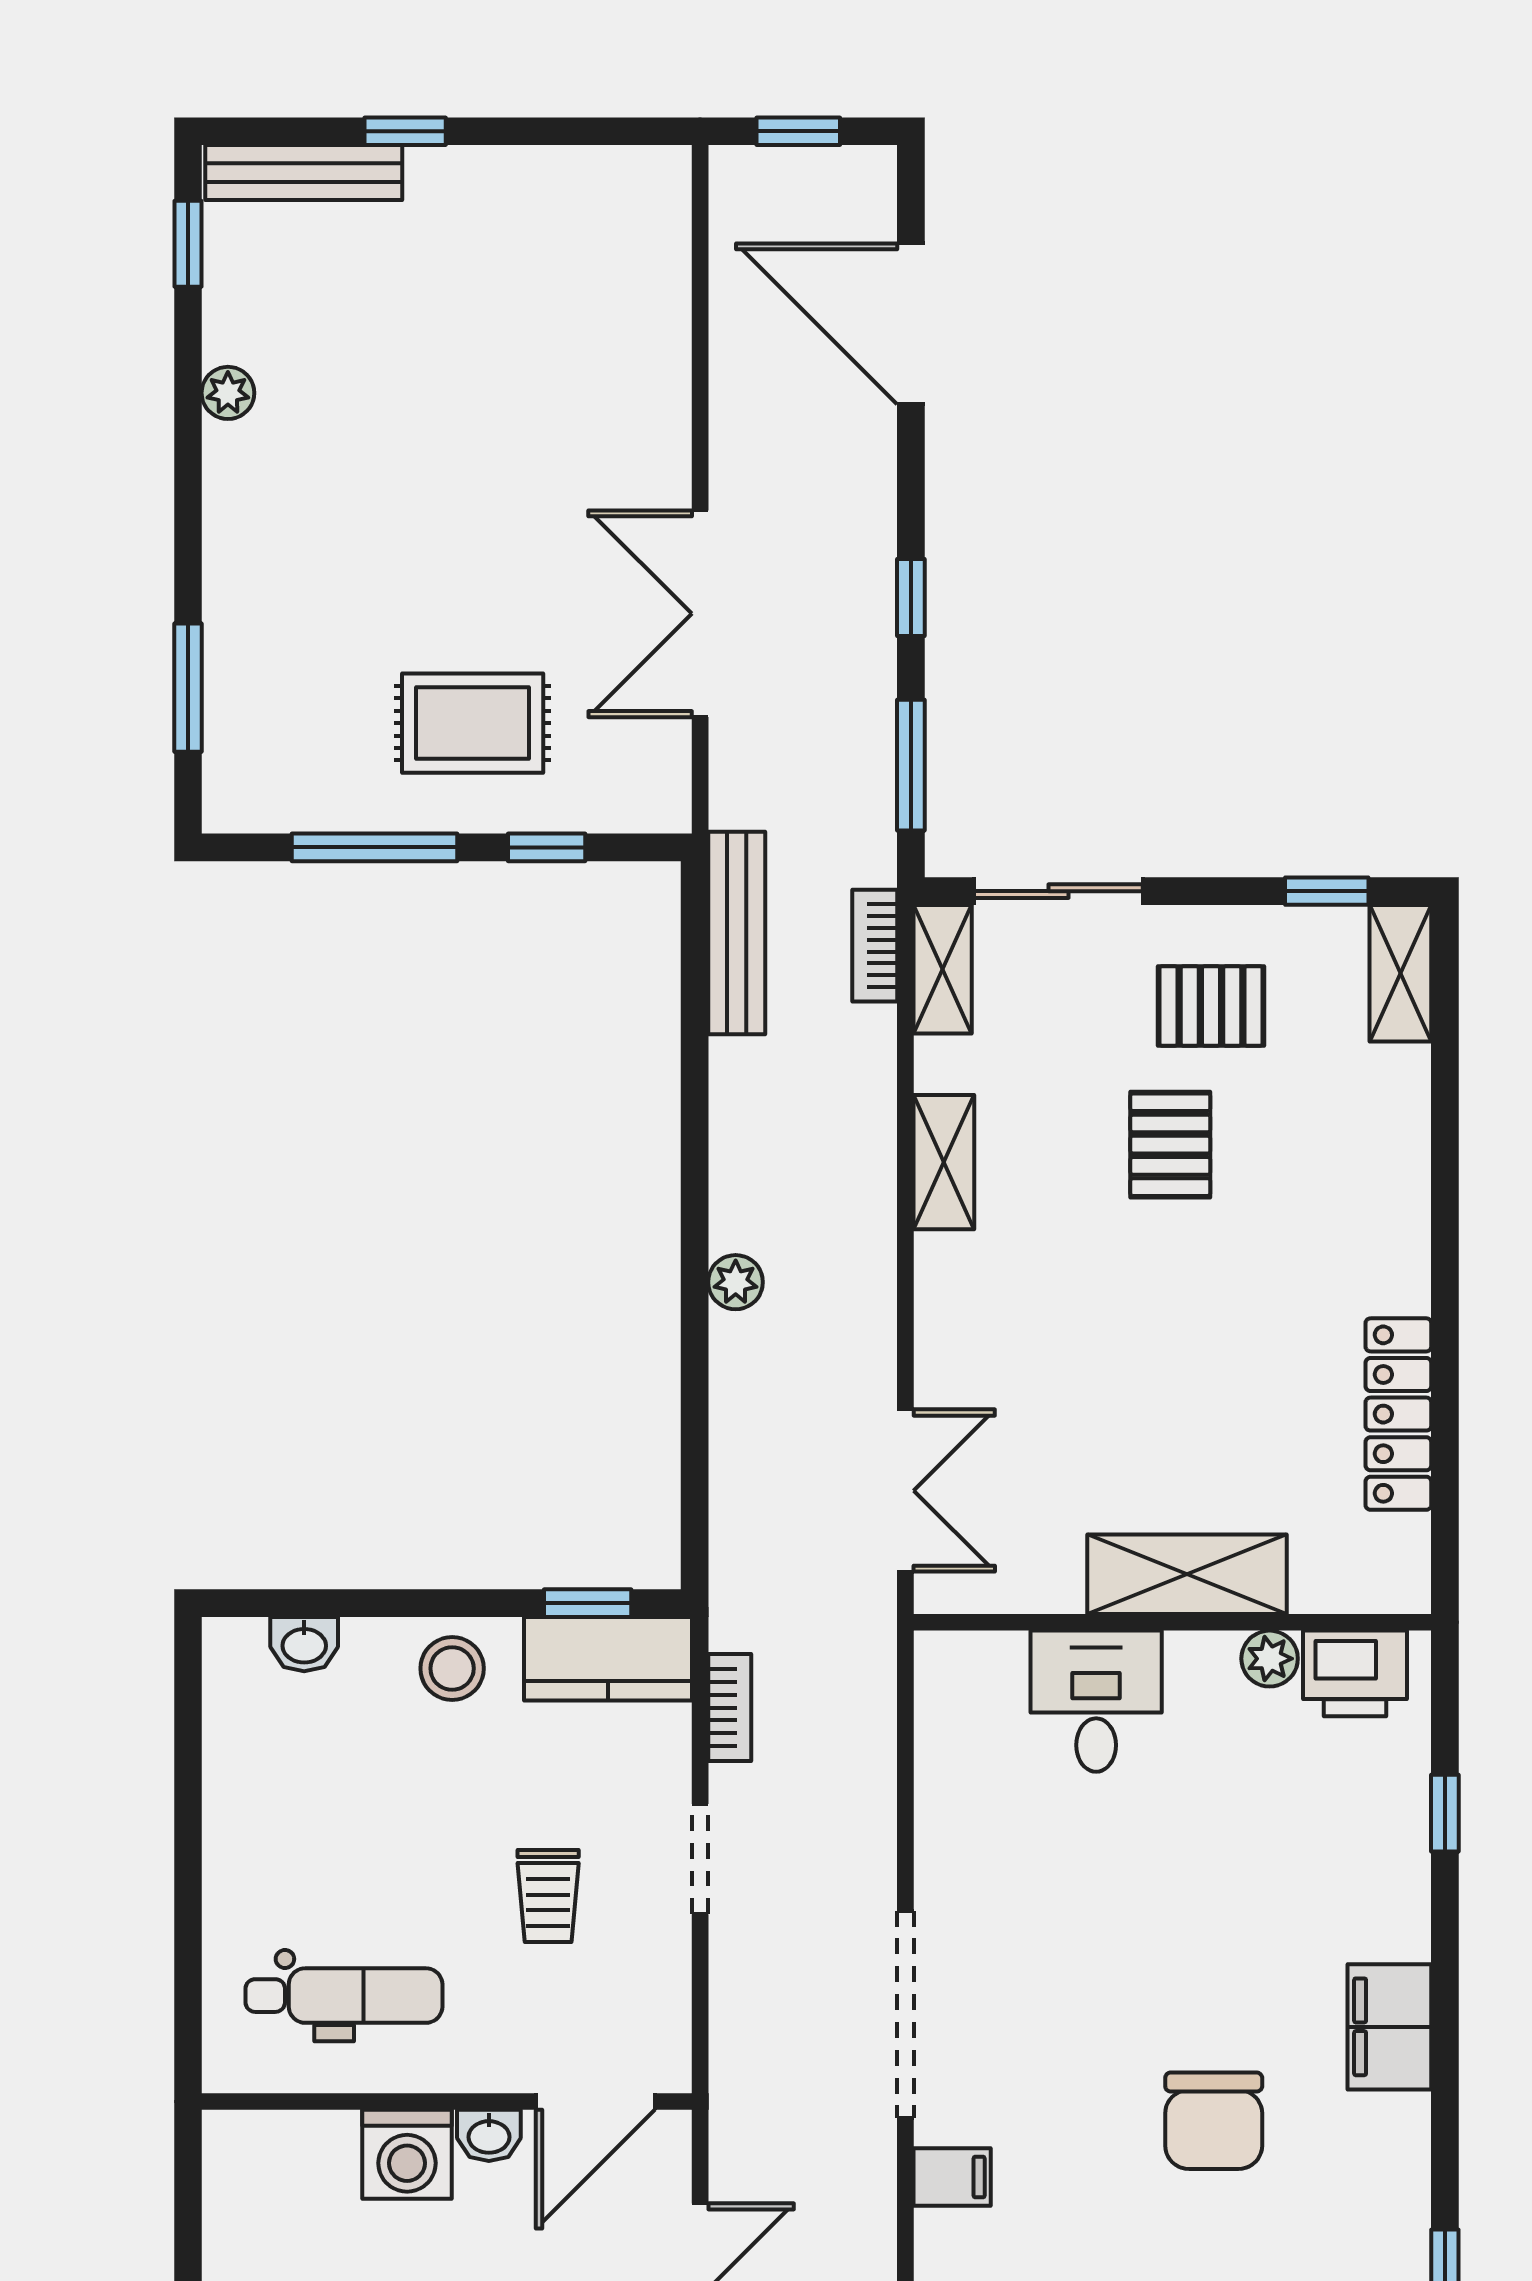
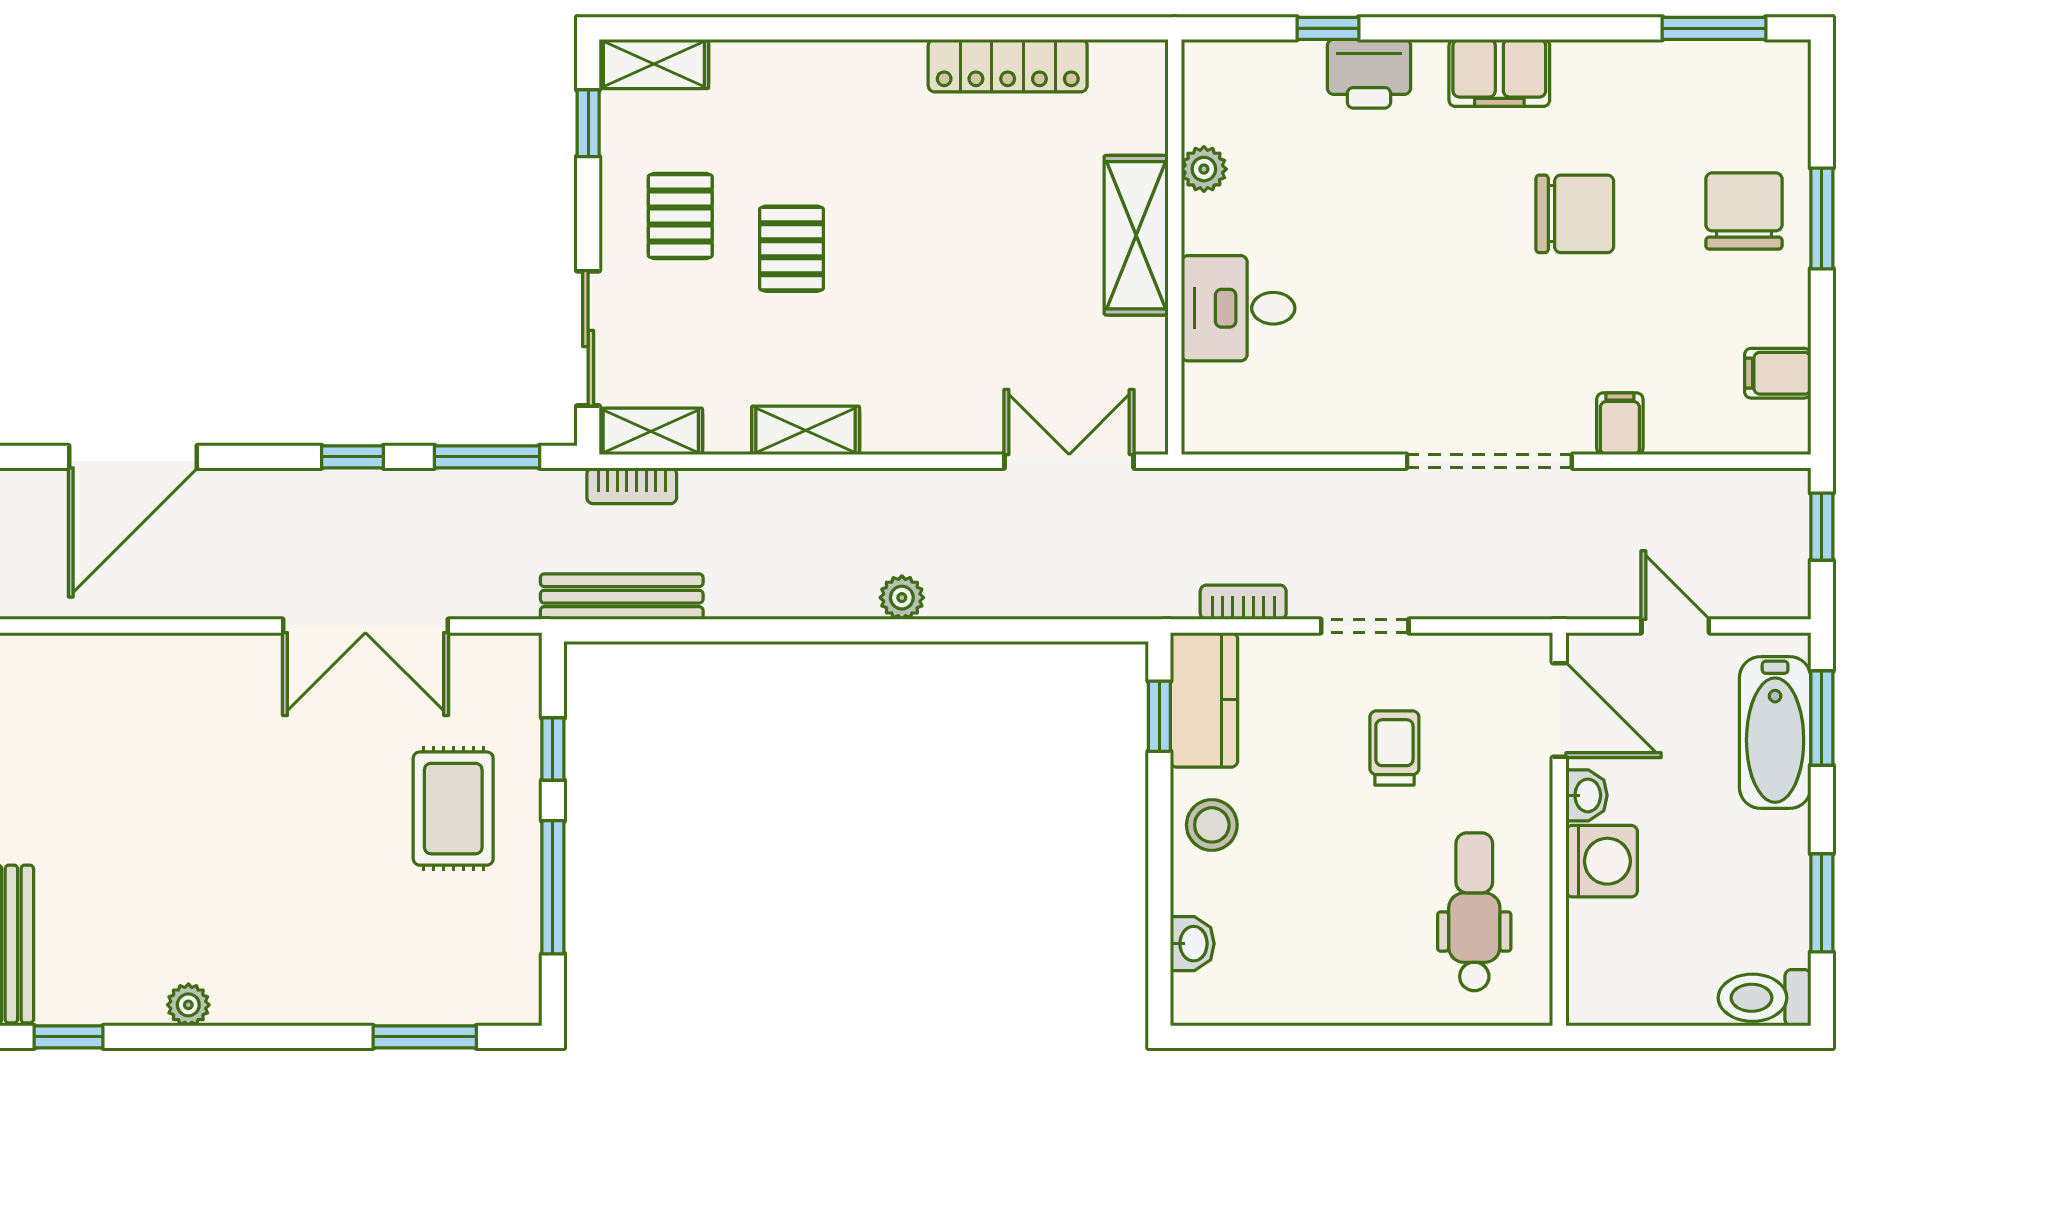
pallet: (1170, 1145) -> (791, 249), turned 90
printer: (1355, 1673) -> (1369, 74), moved, turned 90
trolley: (548, 1896) -> (1394, 748), turned -90

